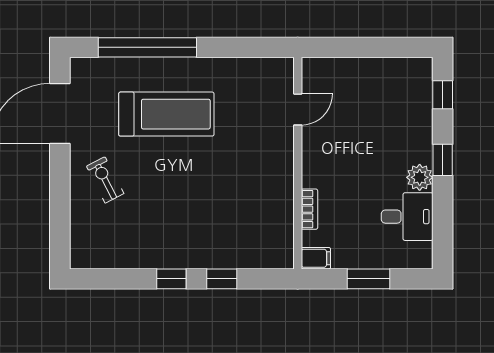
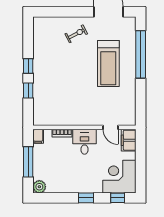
filing cabinet: (324, 72) -> (129, 140), added
corner desk: (399, 91) -> (119, 177), added
plant: (420, 177) -> (39, 187), moved
desk: (407, 217) -> (85, 142), moved, turned 180
window: (369, 279) -> (28, 162), width x1.44

